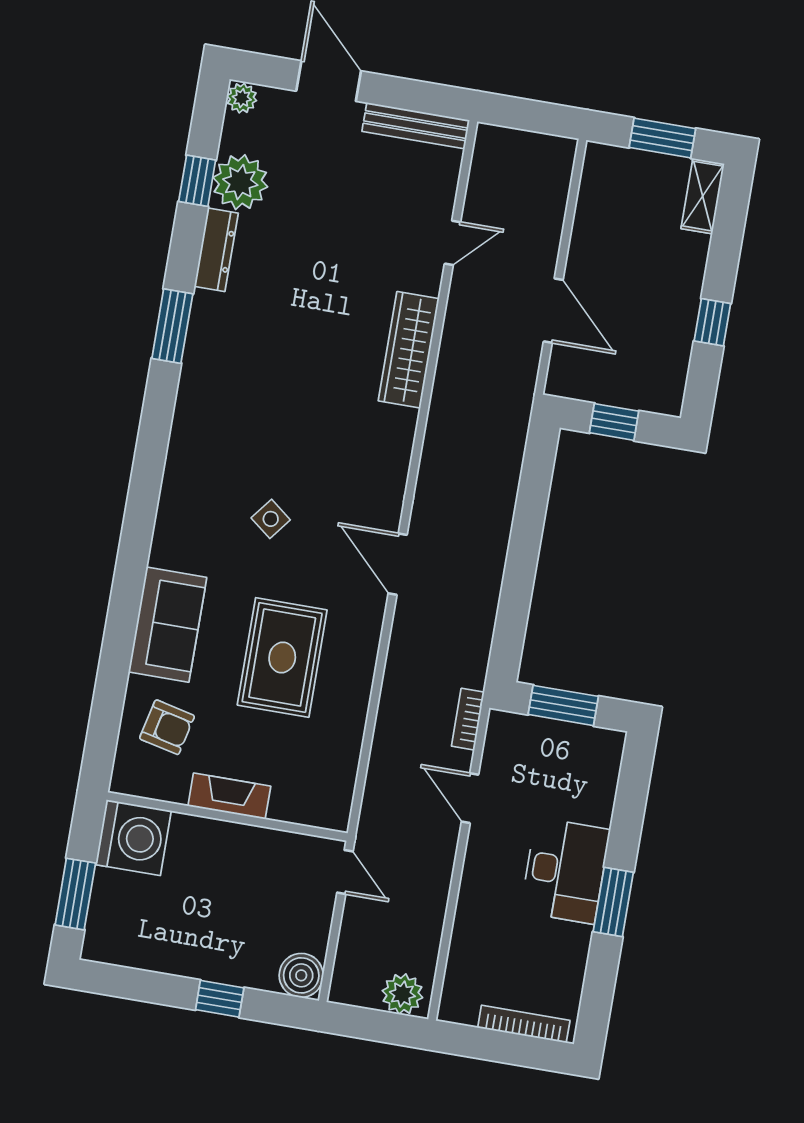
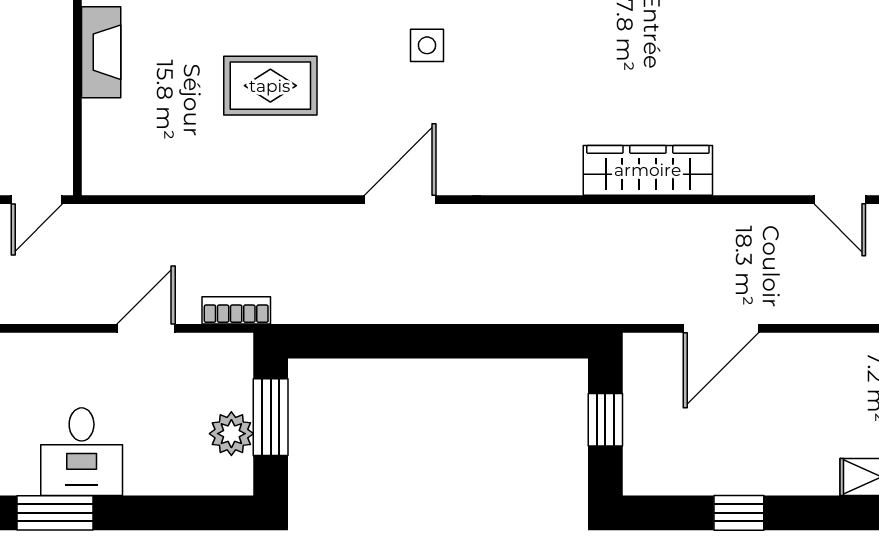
door: (453, 243) -> (840, 200), moved
side table: (271, 519) -> (427, 45), turned -38
rug: (282, 657) -> (270, 86), width x0.73, depth x0.70
plant: (572, 741) -> (231, 434), added
desk: (565, 871) -> (82, 452), width x0.73

